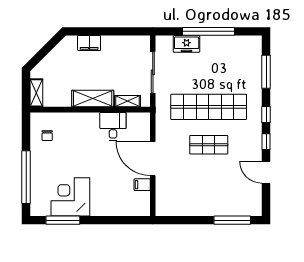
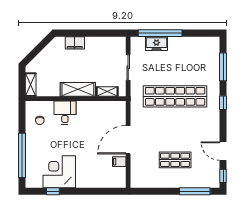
window: (208, 31) -> (160, 33), moved
sliding door: (153, 72) -> (128, 67), width x0.73
desk: (113, 126) -> (65, 113), moved
window: (266, 142) -> (223, 176), moved
shop shelf: (209, 145) -> (175, 160), moved
door: (153, 159) -> (128, 140), hinge flipped
window: (63, 220) -> (53, 191), width x0.46

